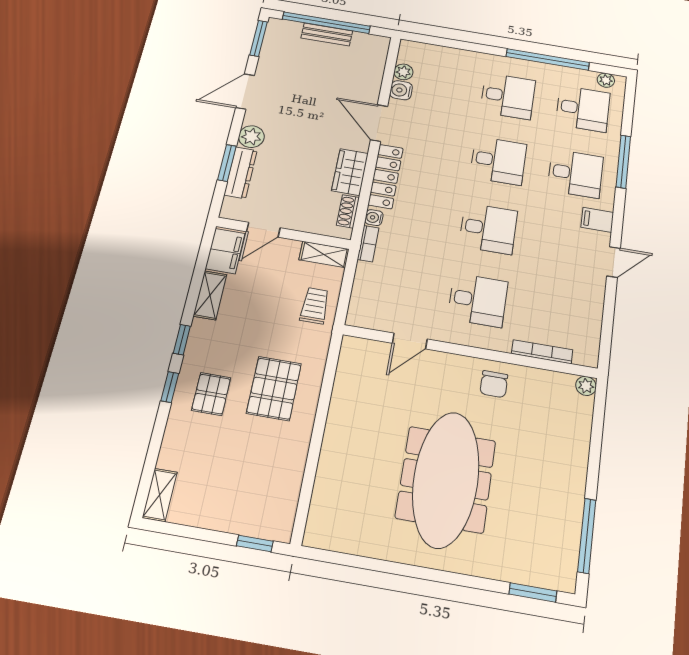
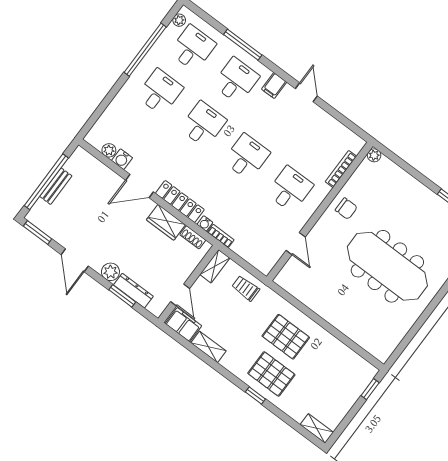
window: (182, 340) -> (229, 376), removed
pallet: (211, 394) -> (271, 374), width x1.50, depth x1.42

